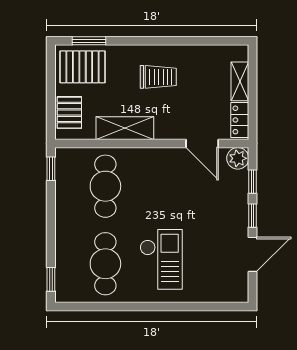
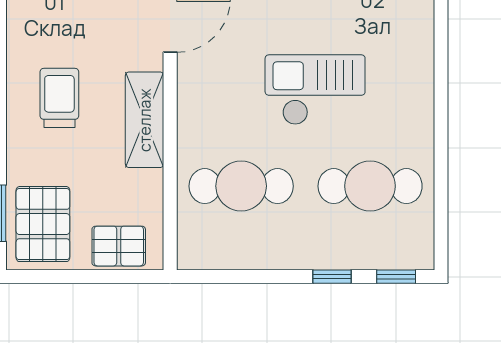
shelving: (125, 128) -> (145, 120), moved
window: (51, 169) -> (332, 277), moved
checkout: (161, 259) -> (315, 90), moved

